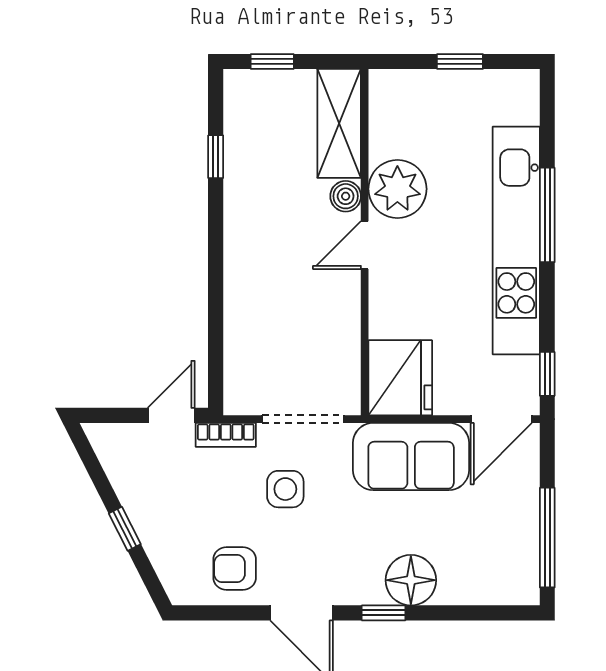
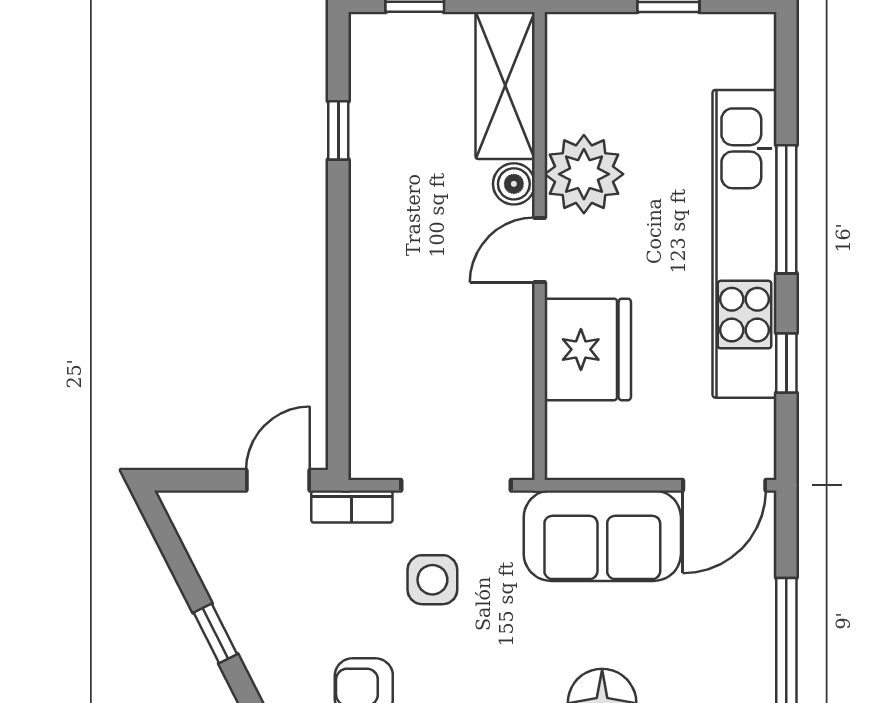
window: (547, 374) -> (786, 363), moved
fridge: (400, 378) -> (588, 349), moved

